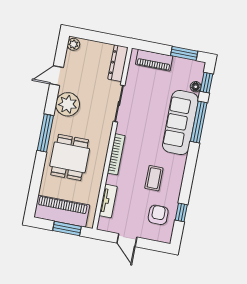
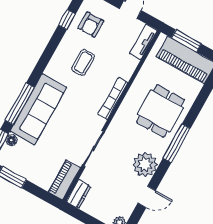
piano: (154, 60) -> (64, 180), moved, turned -90
dresser: (118, 63) -> (79, 194), width x0.70
tv unit: (108, 201) -> (143, 42), moved

